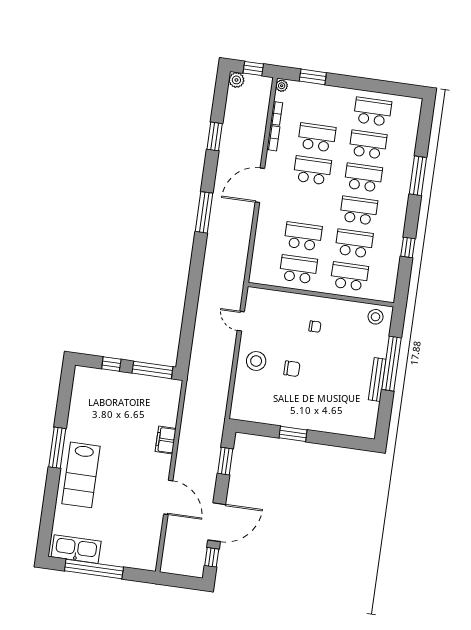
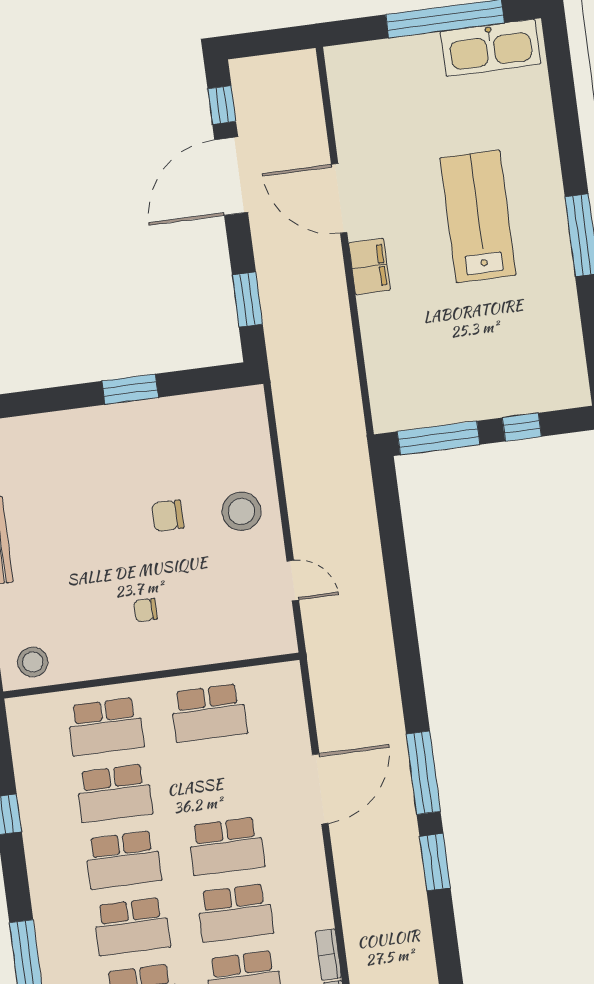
window: (215, 136) -> (435, 862), moved
door: (260, 185) -> (320, 789), moved
school desk: (303, 236) -> (226, 846), moved
filing cabinet: (166, 440) -> (369, 266), moved
lab bench: (81, 475) -> (478, 216), moved

